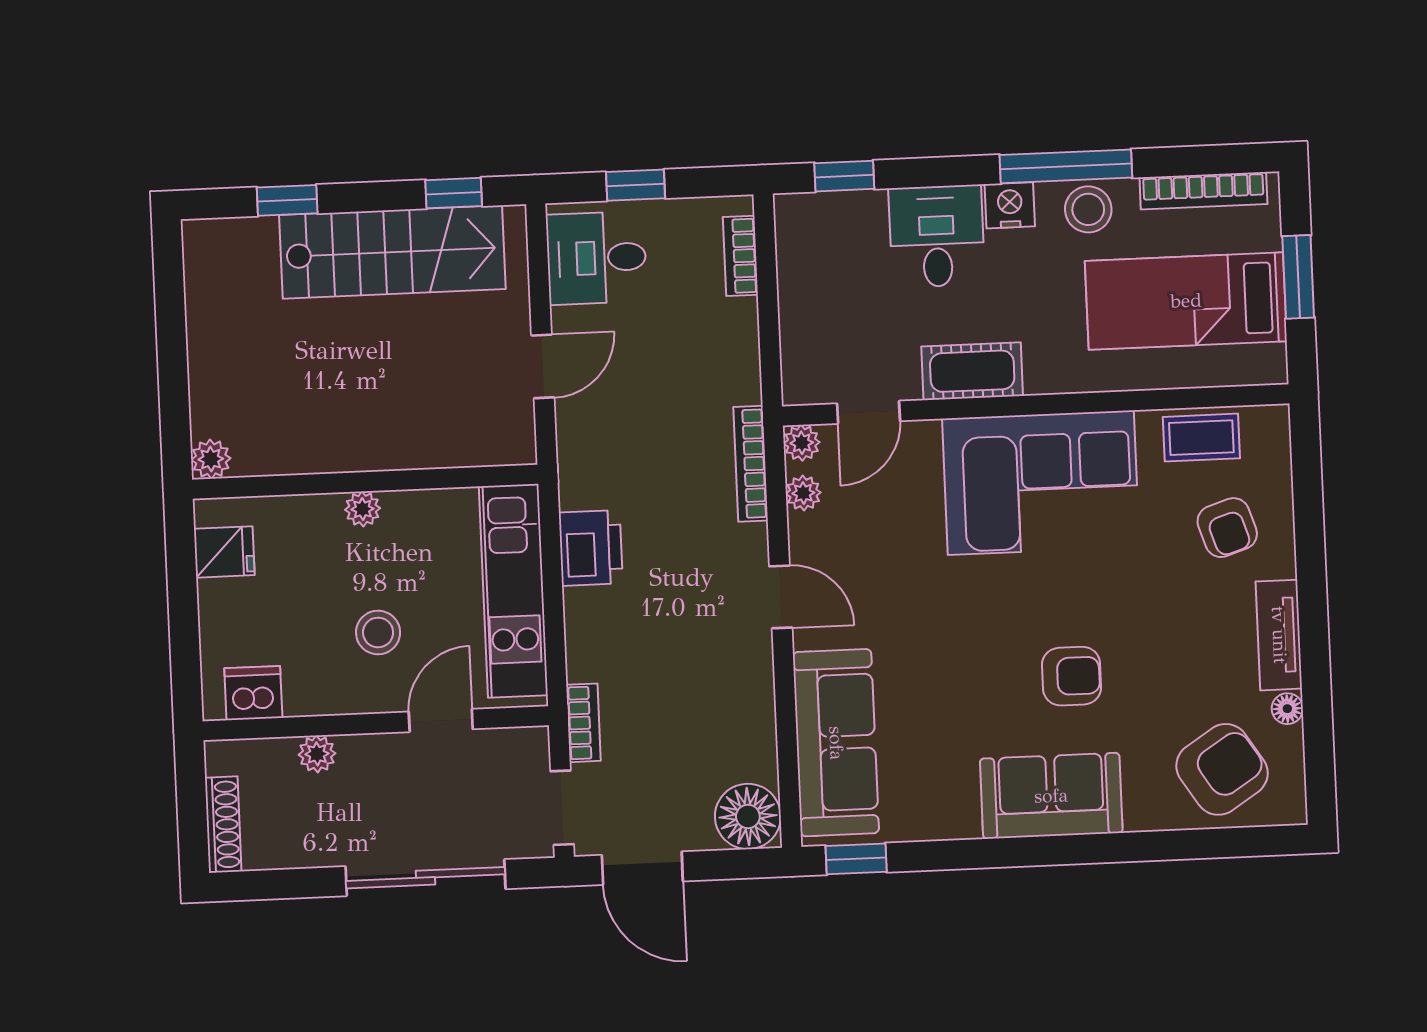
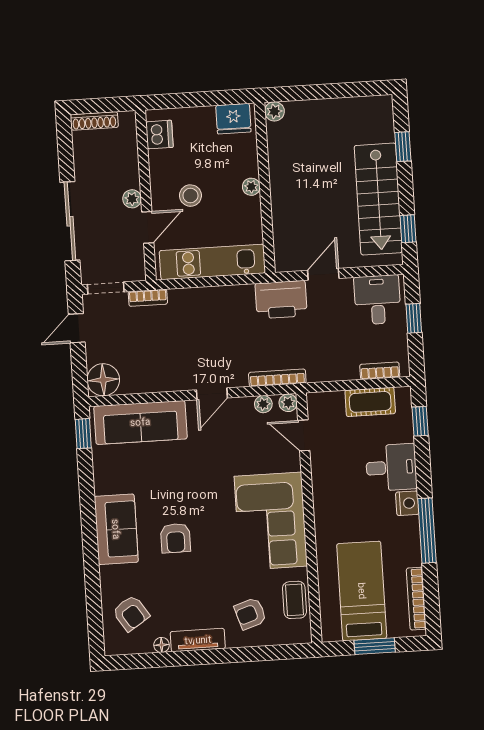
stool: (1088, 209) -> (406, 542), removed
door: (543, 366) -> (323, 274), swing flipped
cot: (972, 371) -> (370, 402), moved, turned 90
printer: (591, 548) -> (281, 300), moved, width x1.37, depth x1.19
fridge: (224, 552) -> (233, 119), width x1.38
door: (441, 720) -> (148, 227), hinge flipped
plant: (317, 754) -> (132, 199), moved
armchair: (1222, 769) -> (131, 613), width x0.72, depth x0.72
door: (642, 868) -> (77, 328), width x0.73

